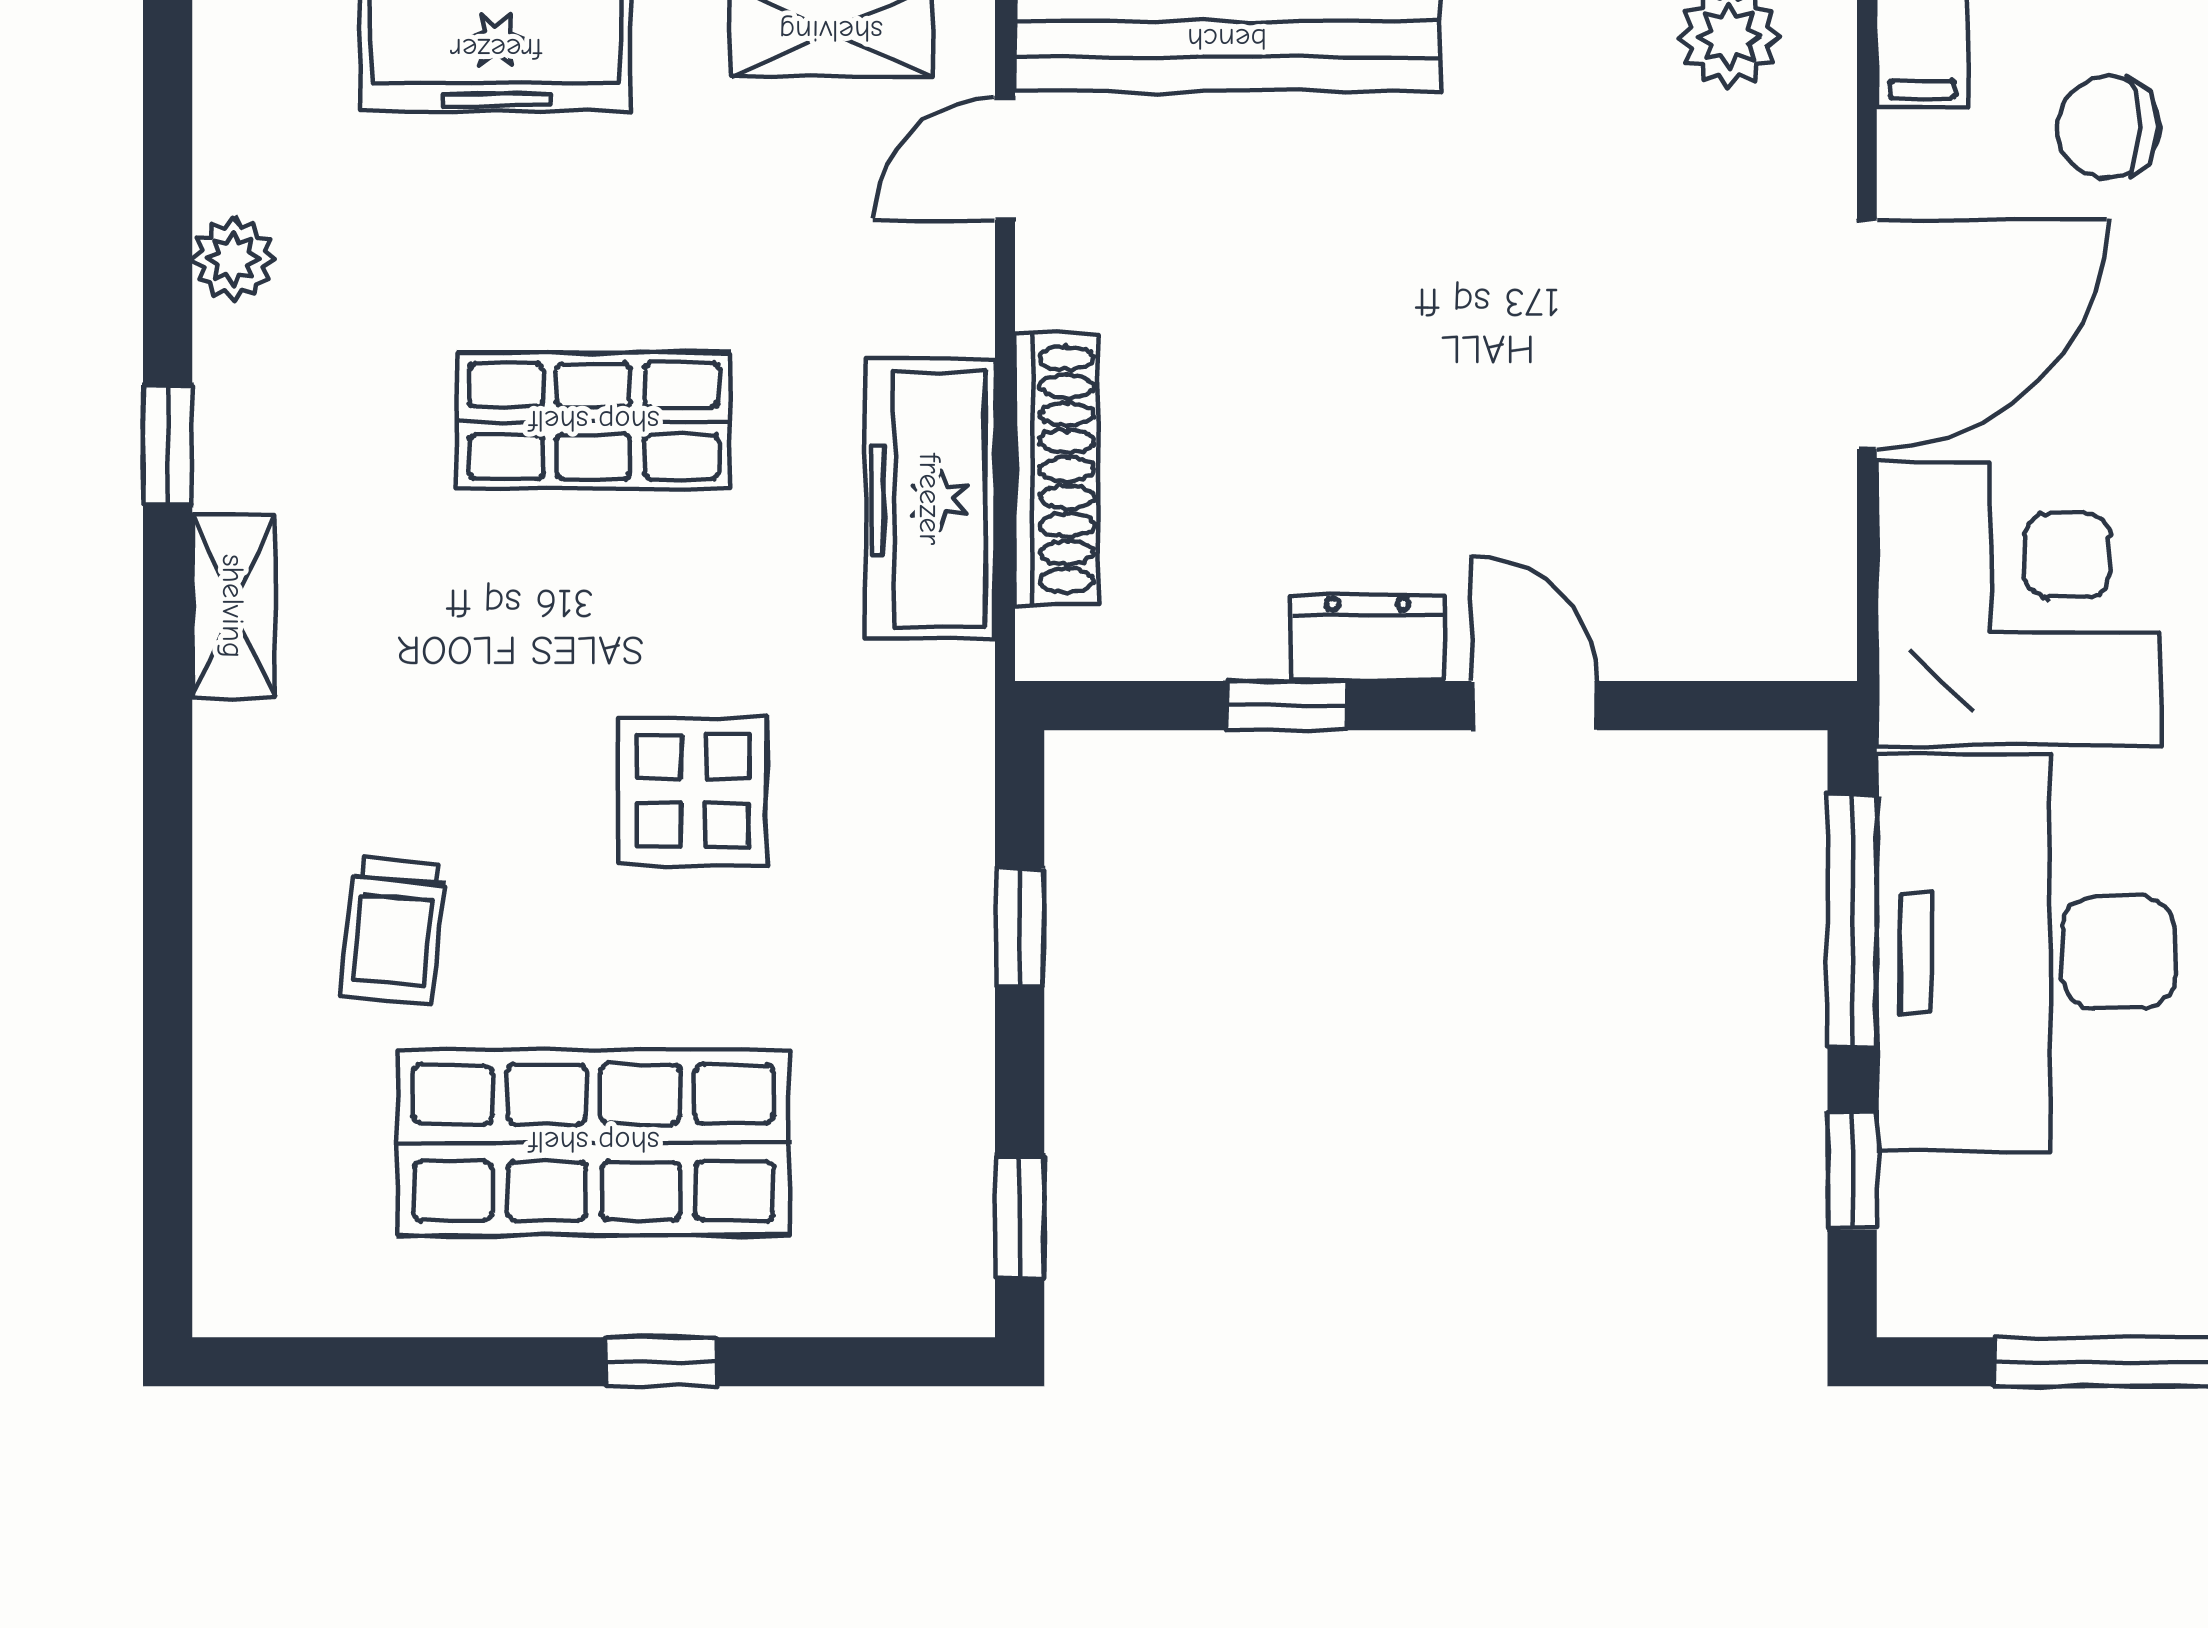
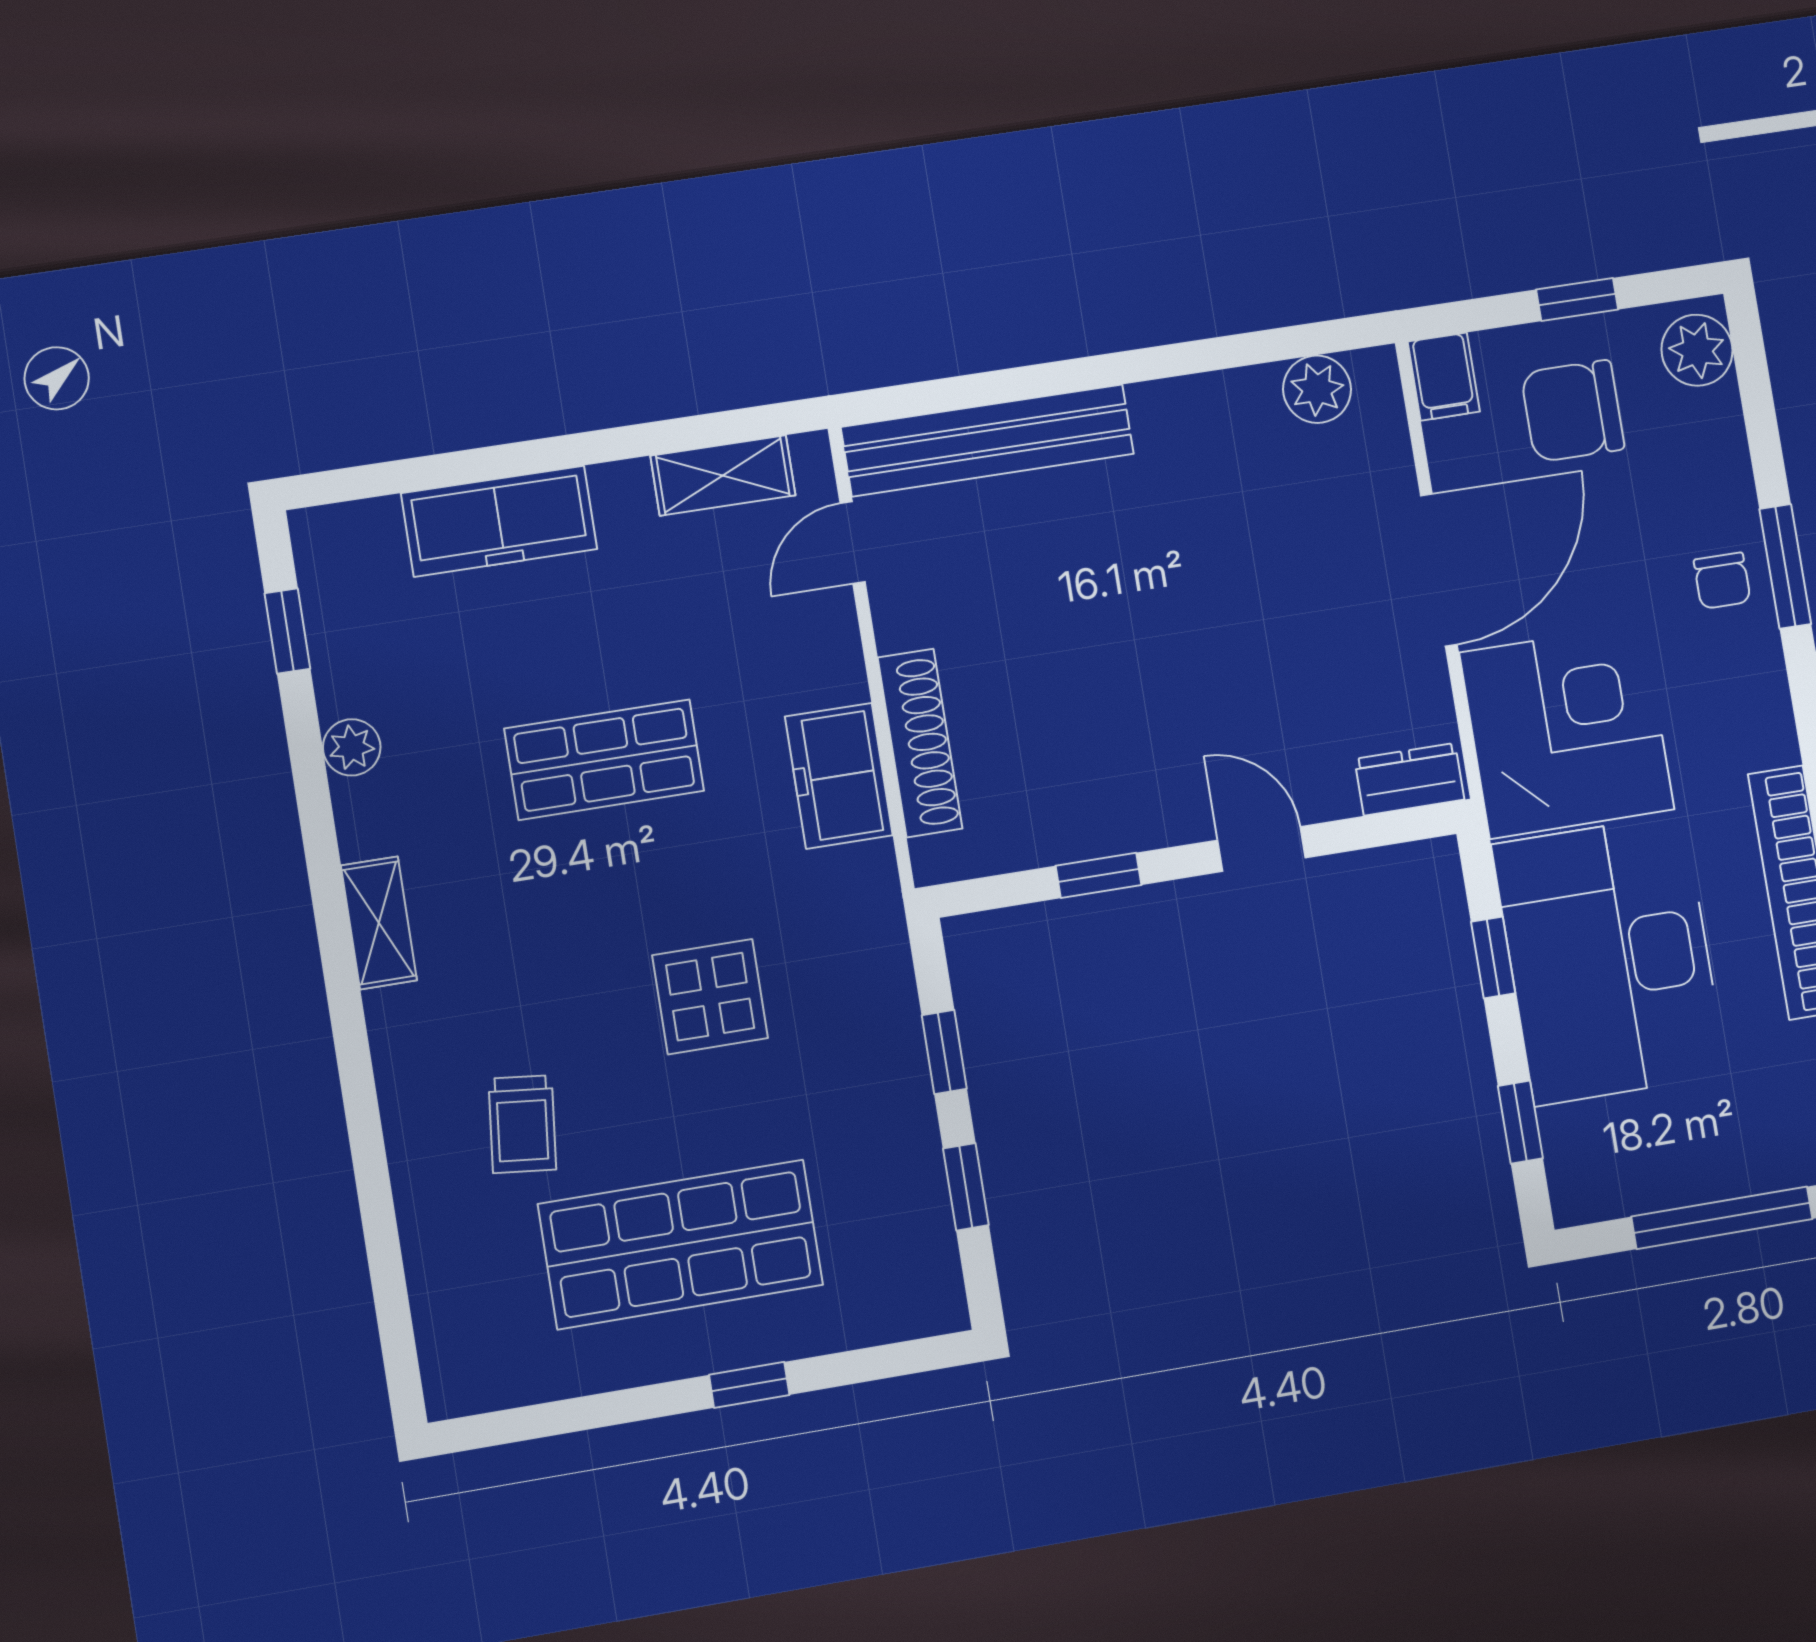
chair: (2108, 127) -> (1573, 411), width x1.37, depth x1.37
plant: (234, 259) -> (352, 747), moved
window: (168, 445) -> (287, 631), moved
freezer: (930, 499) -> (839, 776), width x0.71
dresser: (1368, 638) -> (1409, 779), moved
window: (1852, 921) -> (1493, 958), width x0.46
window: (1020, 1217) -> (966, 1187), moved

